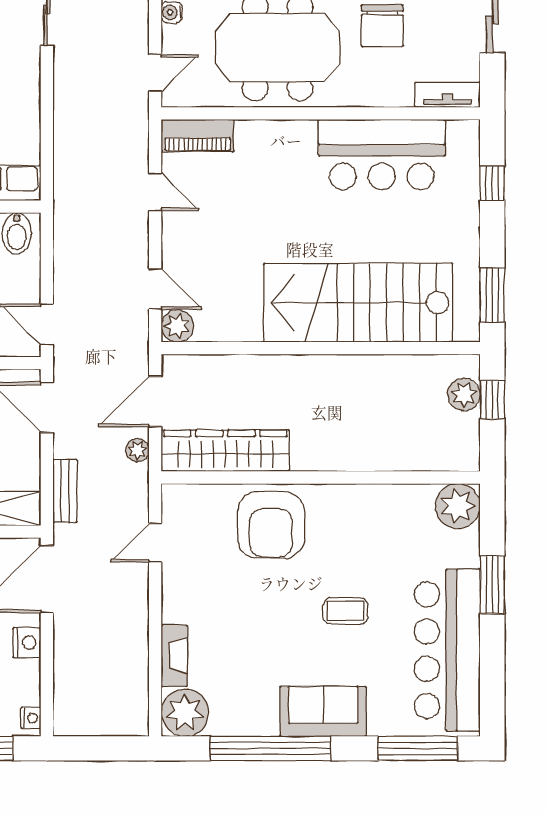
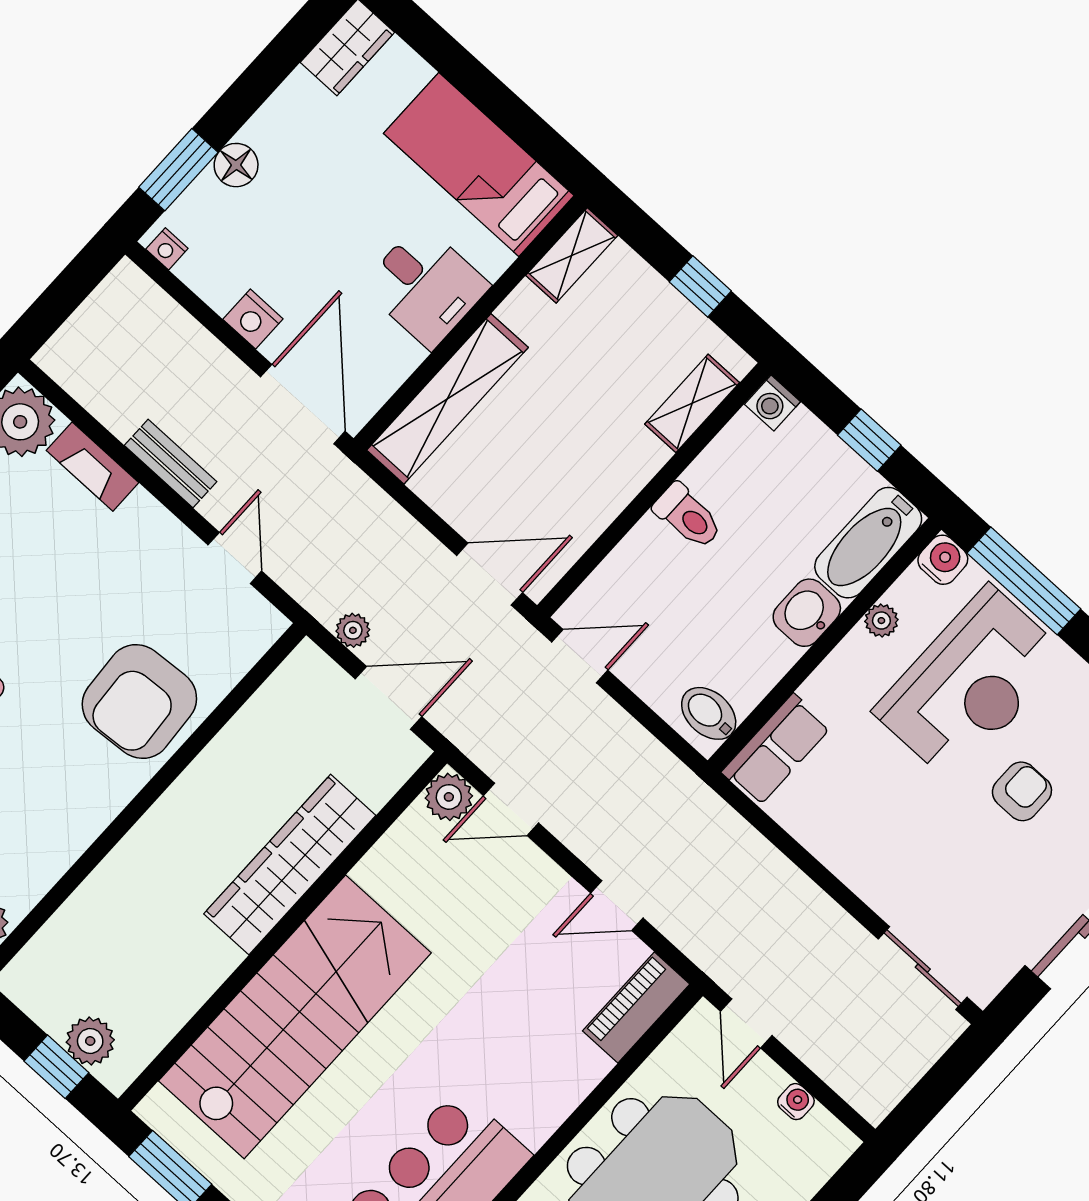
door: (155, 402) -> (388, 698), hinge flipped
wardrobe: (225, 451) -> (290, 865), moved, turned 180
bench: (65, 491) -> (171, 464), moved
armchair: (271, 525) -> (139, 701), turned -94

